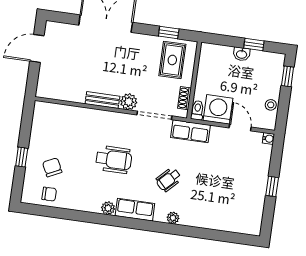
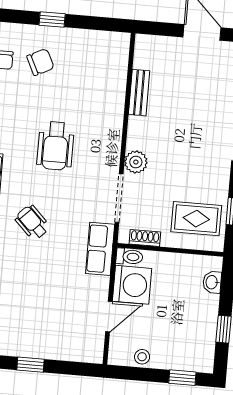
washbasin: (242, 54) -> (212, 282), moved
bench: (102, 100) -> (139, 93), moved
water cooler: (268, 139) -> (96, 356), removed

